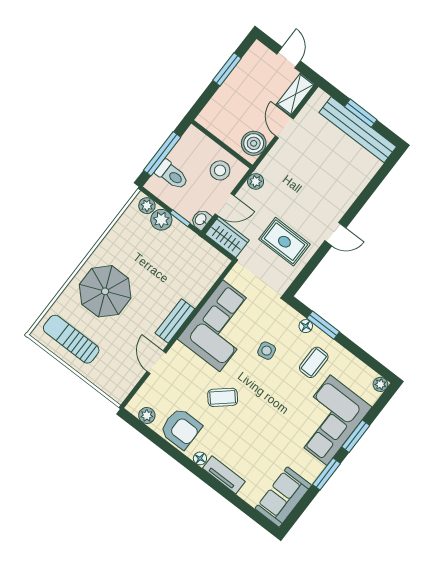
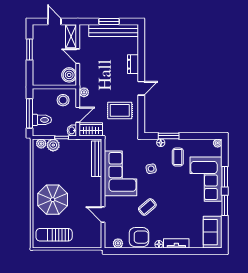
dresser: (349, 194) -> (133, 64), added
bench: (175, 321) -> (97, 159), moved, width x1.36

